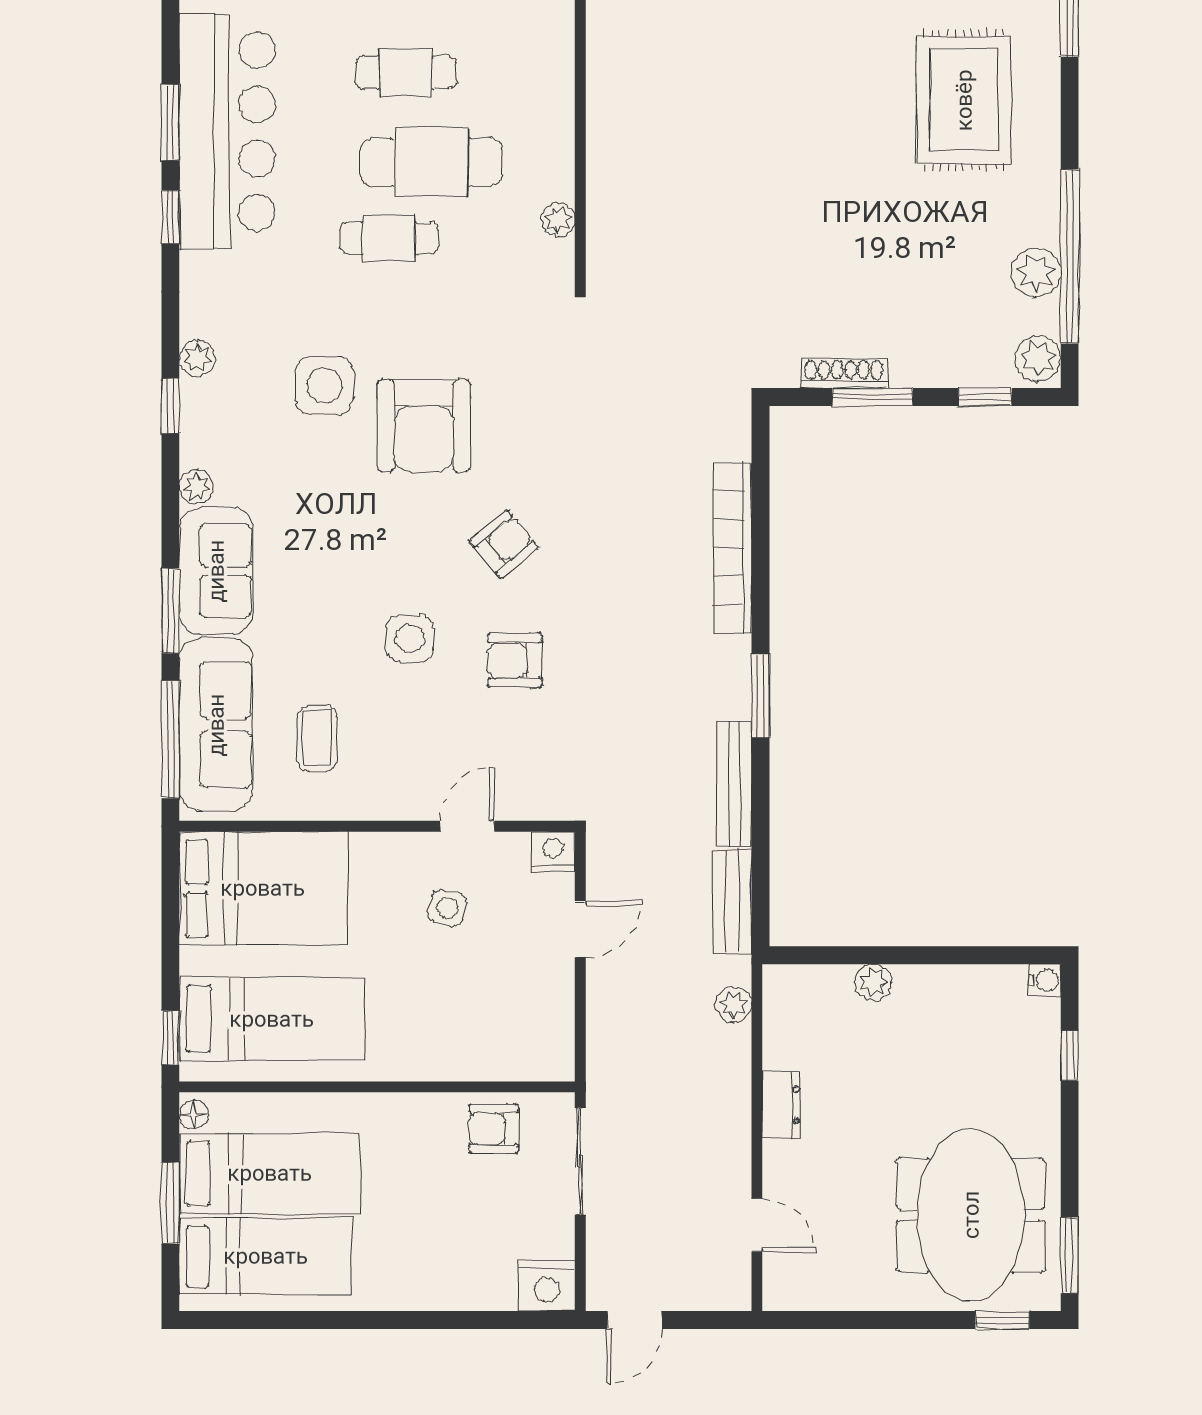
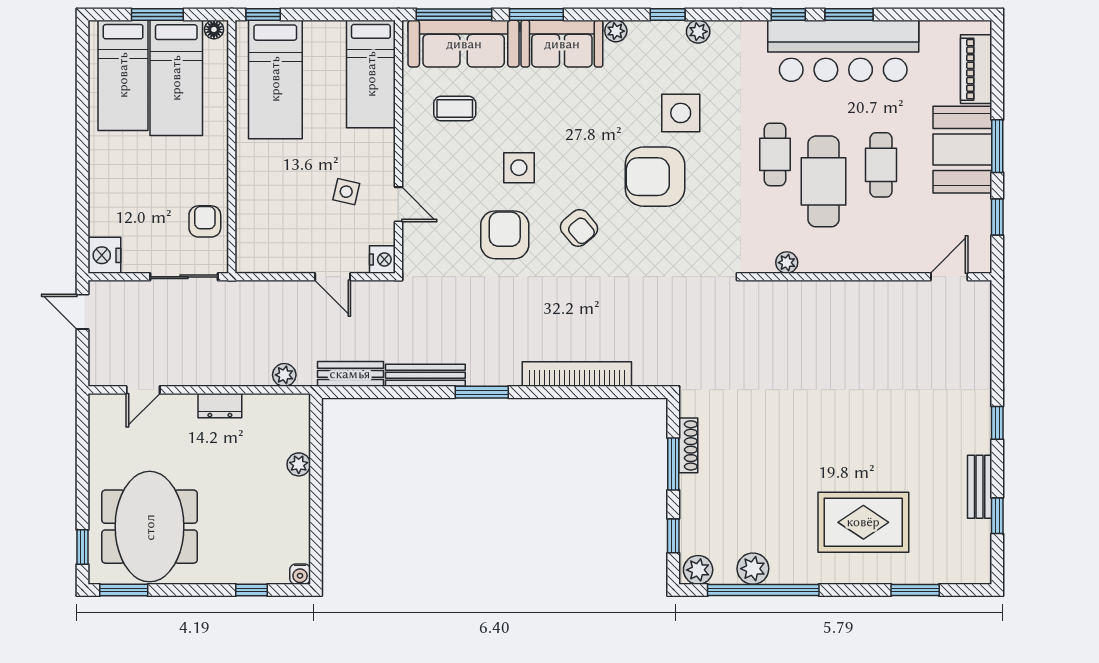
armchair: (515, 660) -> (505, 235), width x1.38, depth x1.38
bed: (263, 888) -> (371, 74), width x0.67
meeting table: (971, 1215) -> (150, 527), turned 90

